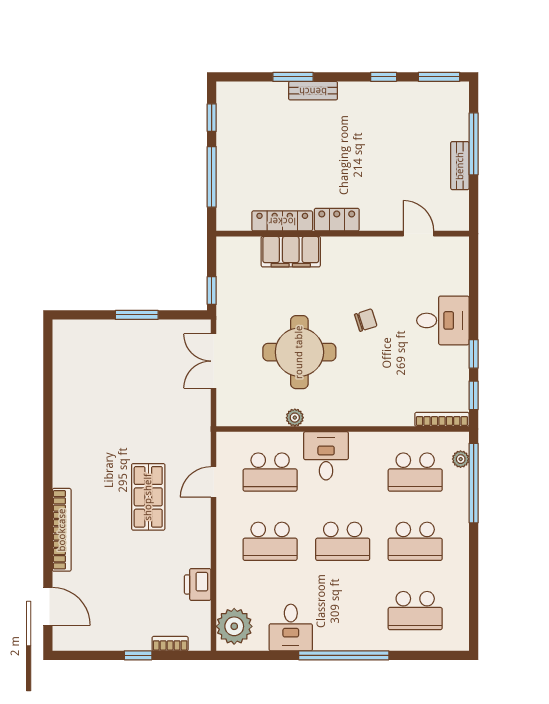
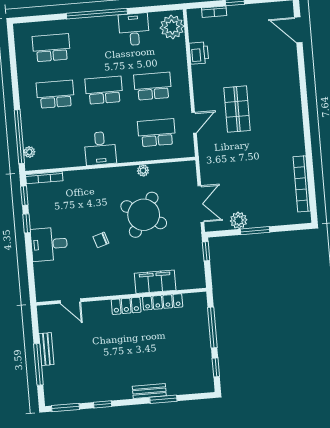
plant: (160, 332) -> (239, 220), added
round table: (299, 352) -> (144, 215), turned 31
desk: (326, 456) -> (100, 148), moved
school desk: (415, 472) -> (59, 141), removed
bookcase: (62, 530) -> (302, 184), moved

